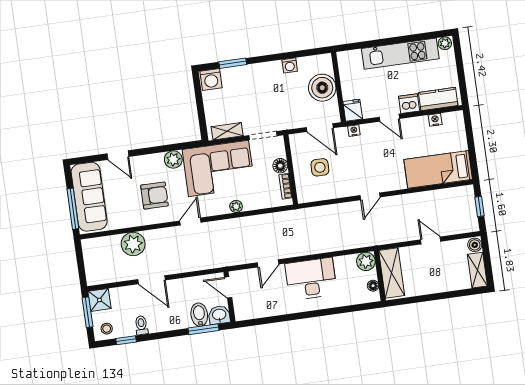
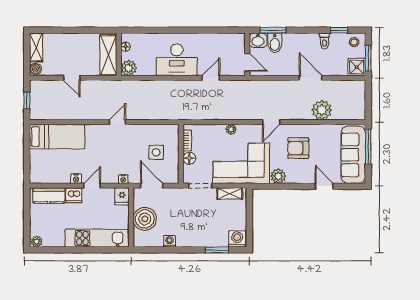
kitchen unit: (400, 54) -> (97, 238), moved
door: (389, 118) -> (92, 186), hinge flipped
nightstand: (435, 120) -> (76, 179), moved

